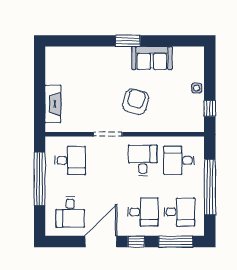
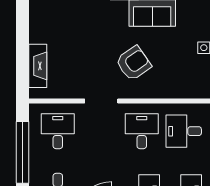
armchair: (136, 102) -> (133, 63), turned 39
desk: (70, 160) -> (58, 131), turned -90

